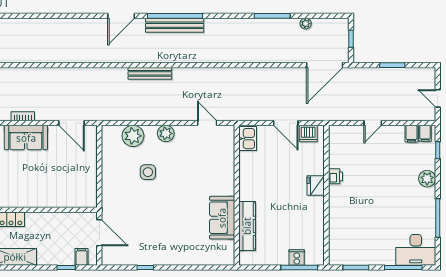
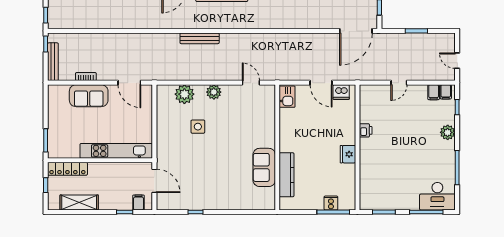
fridge: (316, 186) -> (348, 154), moved
kitchen unit: (57, 199) -> (116, 151), added

